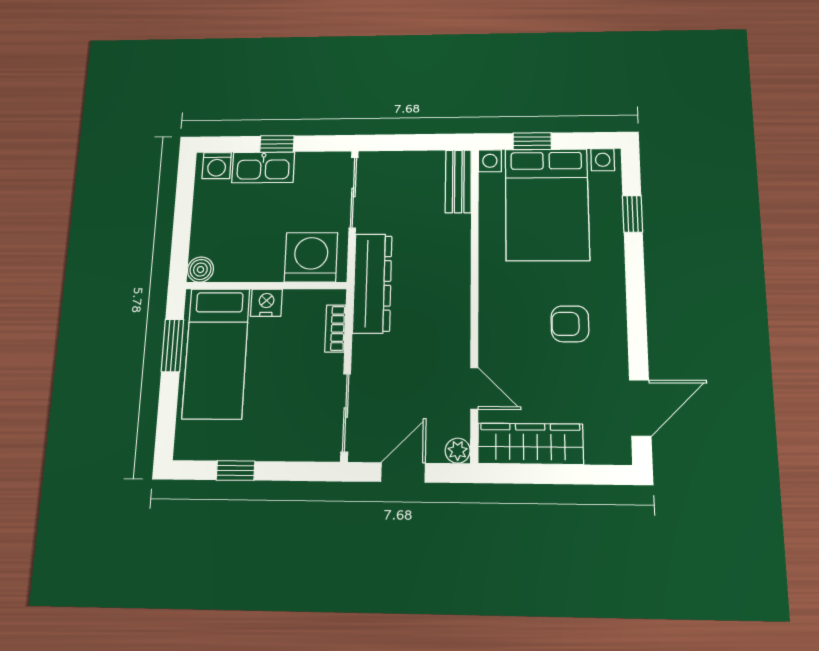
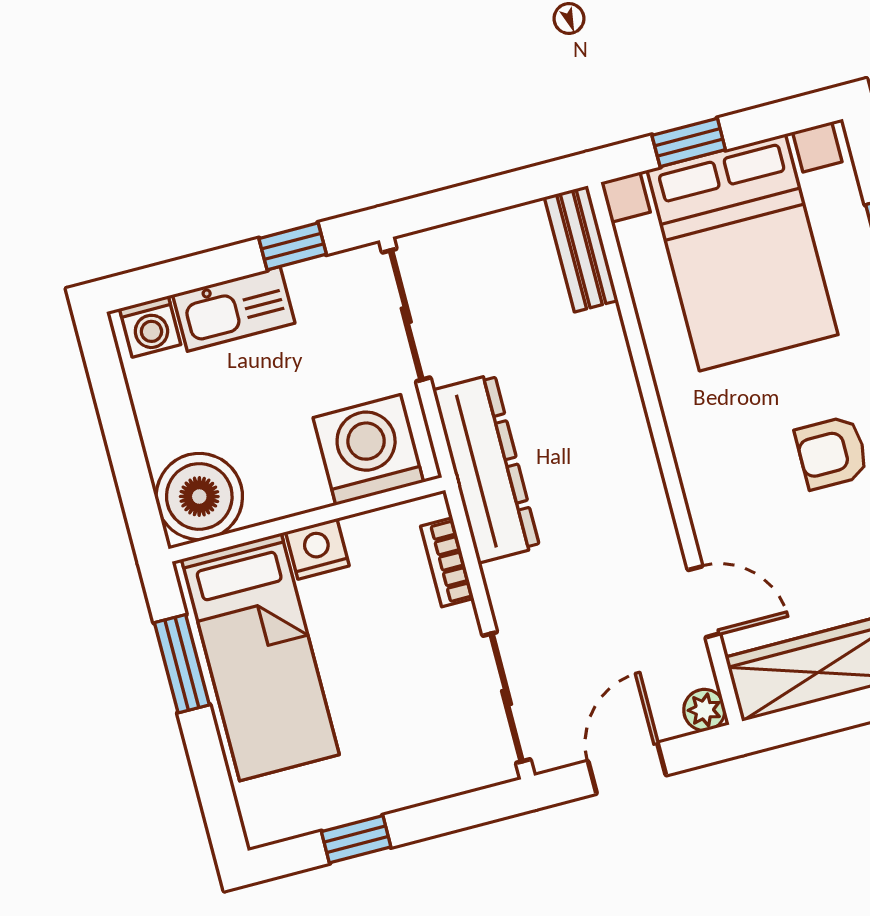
window: (277, 144) -> (293, 246), moved
boiler: (200, 270) -> (199, 496), width x1.86, depth x1.86

